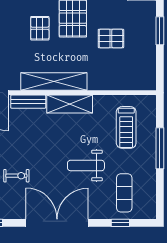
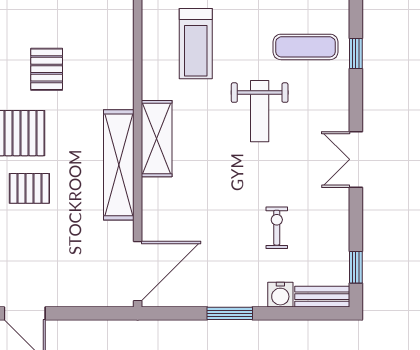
bench: (28, 102) -> (153, 208), removed
treadmill: (126, 127) -> (196, 44), turned 90
double door: (57, 223) -> (356, 159), width x0.54

